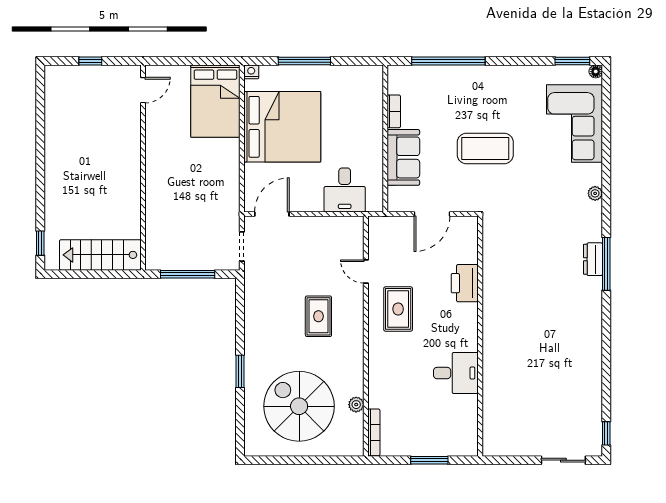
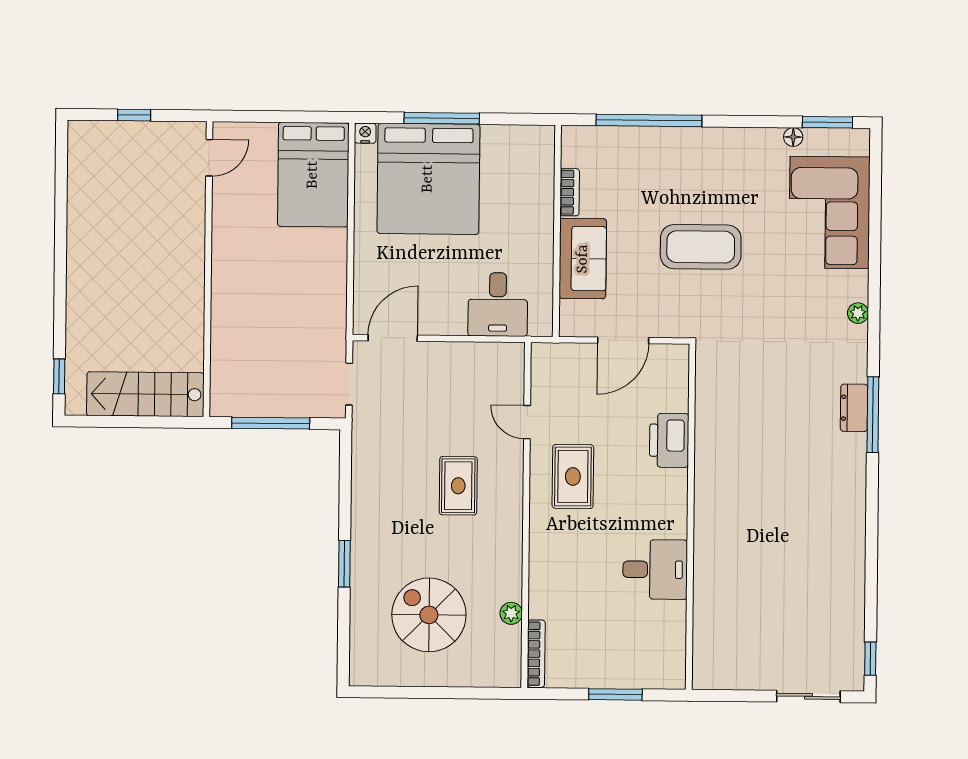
floor lamp: (596, 71) -> (793, 137), moved
bed: (282, 127) -> (428, 179), moved, turned 90
spiral stairs: (299, 406) -> (429, 615), width x0.73, depth x0.73

